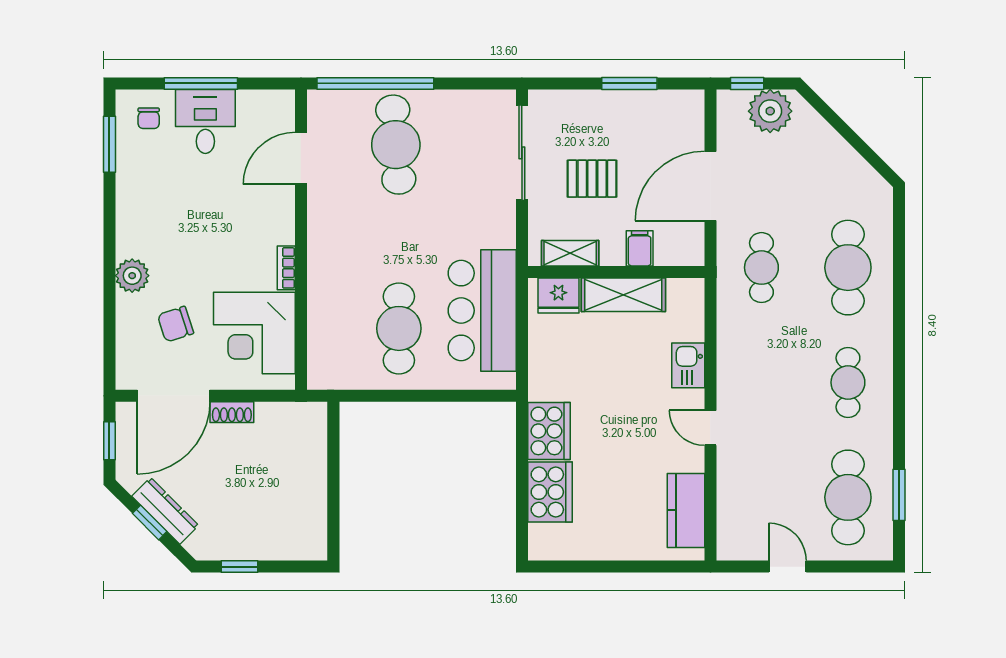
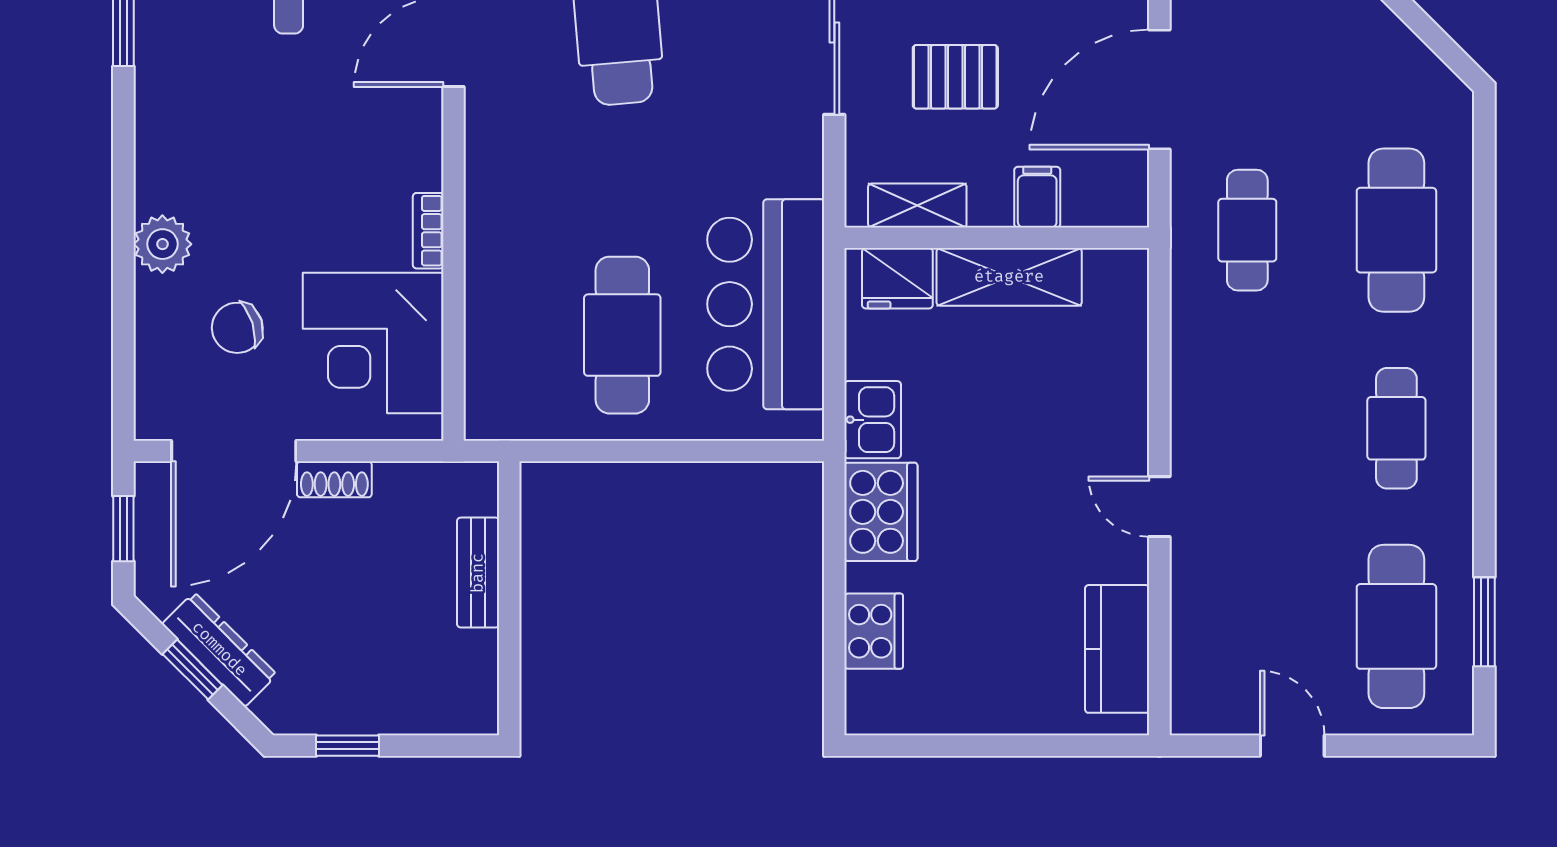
kitchen sink: (688, 365) -> (873, 420), moved, turned 180
bench: (315, 466) -> (478, 573), added
cooker: (550, 492) -> (874, 631), width x0.73, depth x0.76

